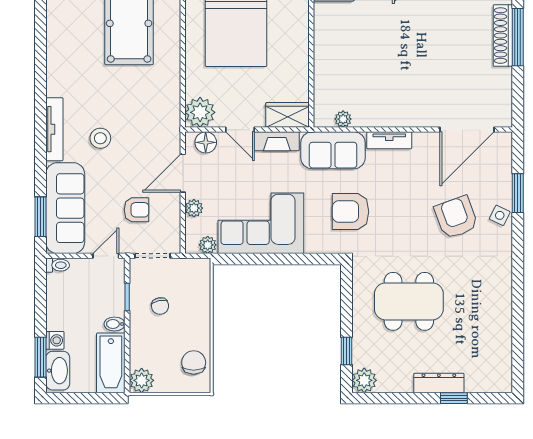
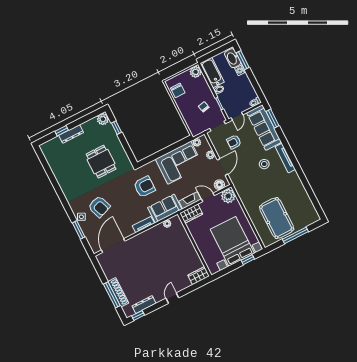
dining table: (409, 301) -> (101, 162), width x0.73

